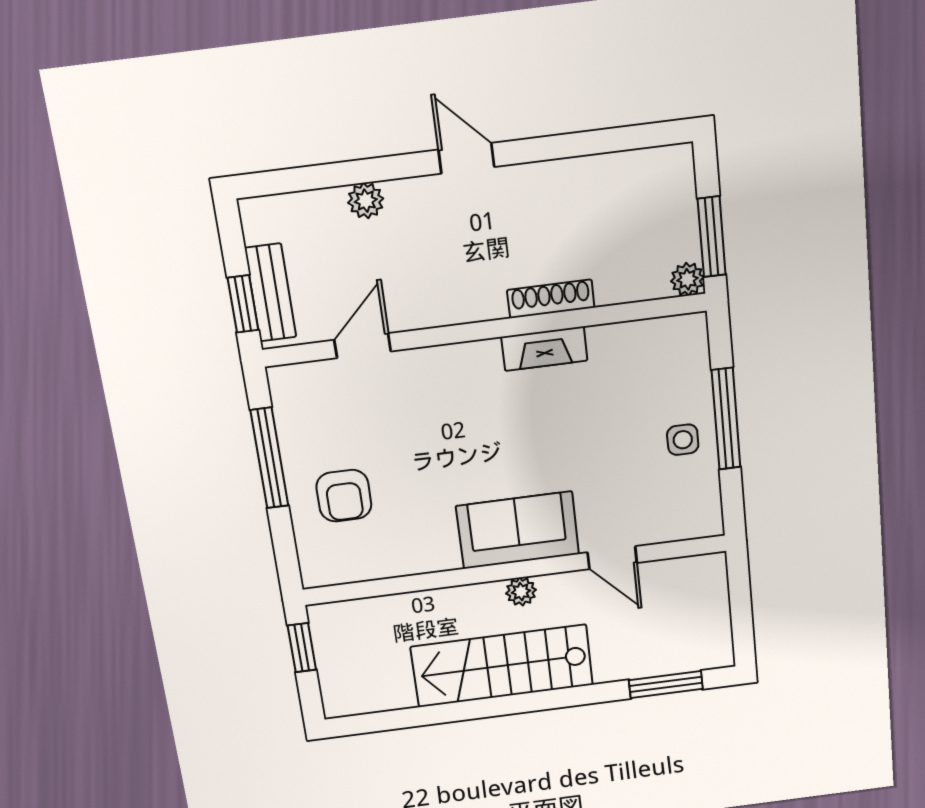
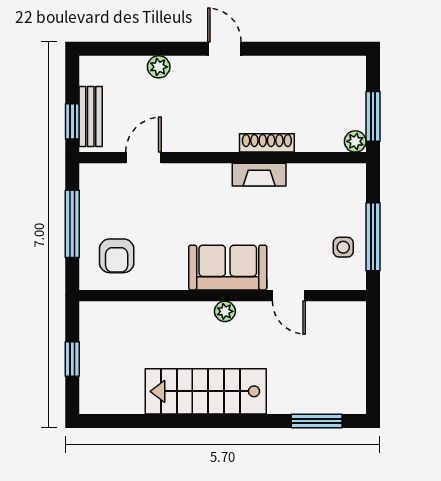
sofa: (518, 530) -> (228, 268), moved
door: (612, 558) -> (289, 296), moved
wall: (515, 570) -> (223, 296), moved
plant: (521, 592) -> (225, 311), moved

